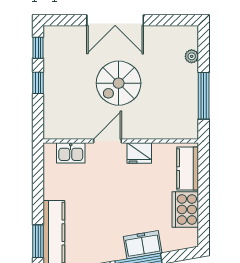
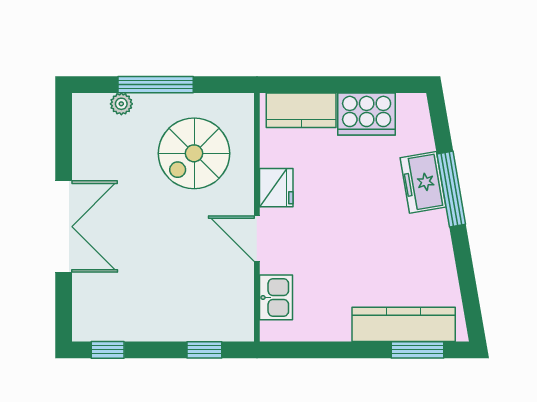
window: (38, 83) -> (204, 350), moved
spiral stairs: (119, 83) -> (194, 153), moved, turned 90
window: (204, 96) -> (156, 85), moved

